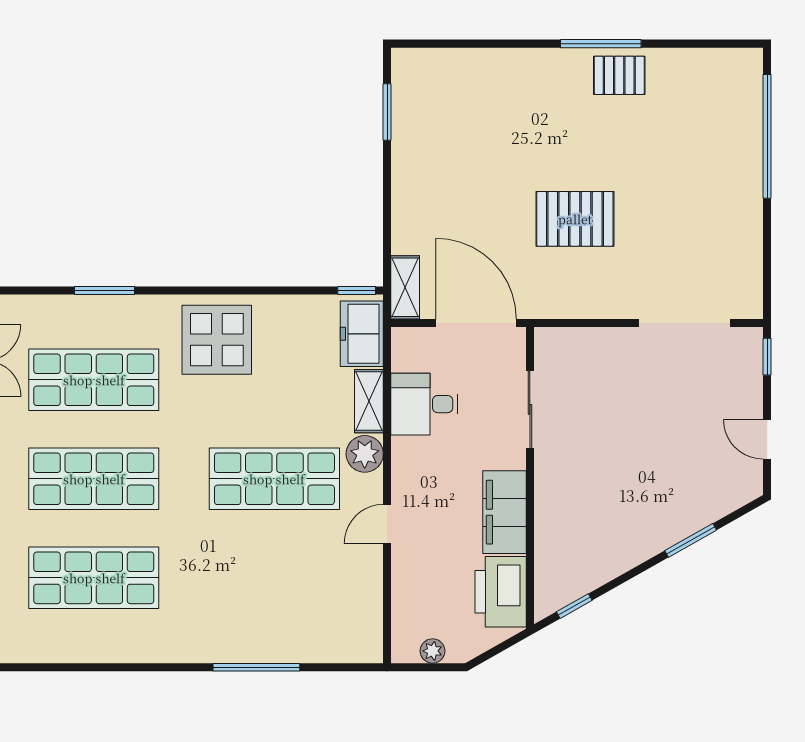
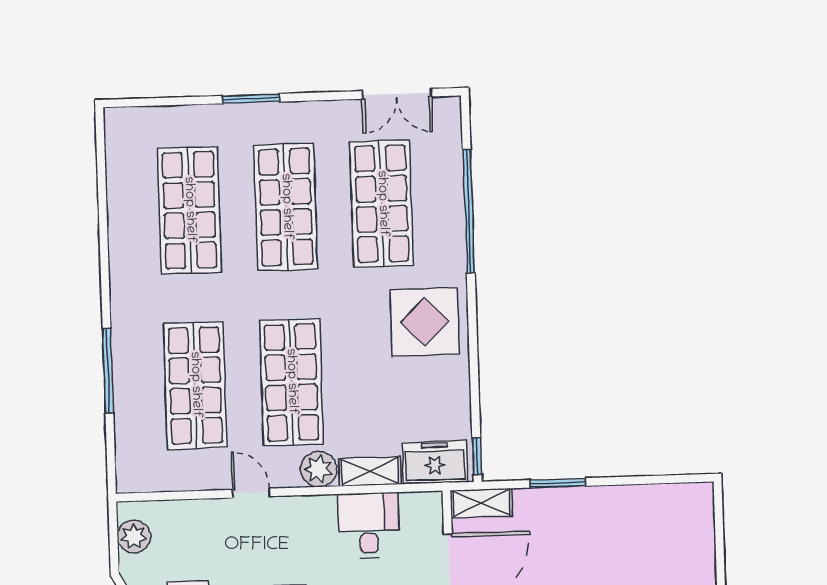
window: (387, 112) -> (558, 483), moved
window: (104, 290) -> (469, 211), width x2.11
shop shelf: (274, 578) -> (195, 385), added
plant: (433, 651) -> (134, 537), width x1.38, depth x1.38

